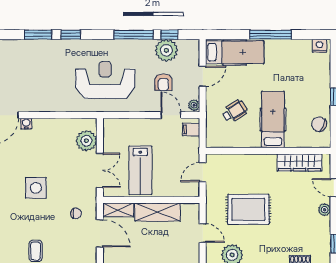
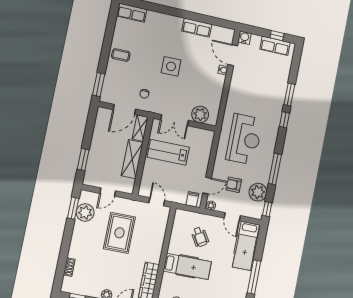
window: (169, 35) -> (267, 209), moved

